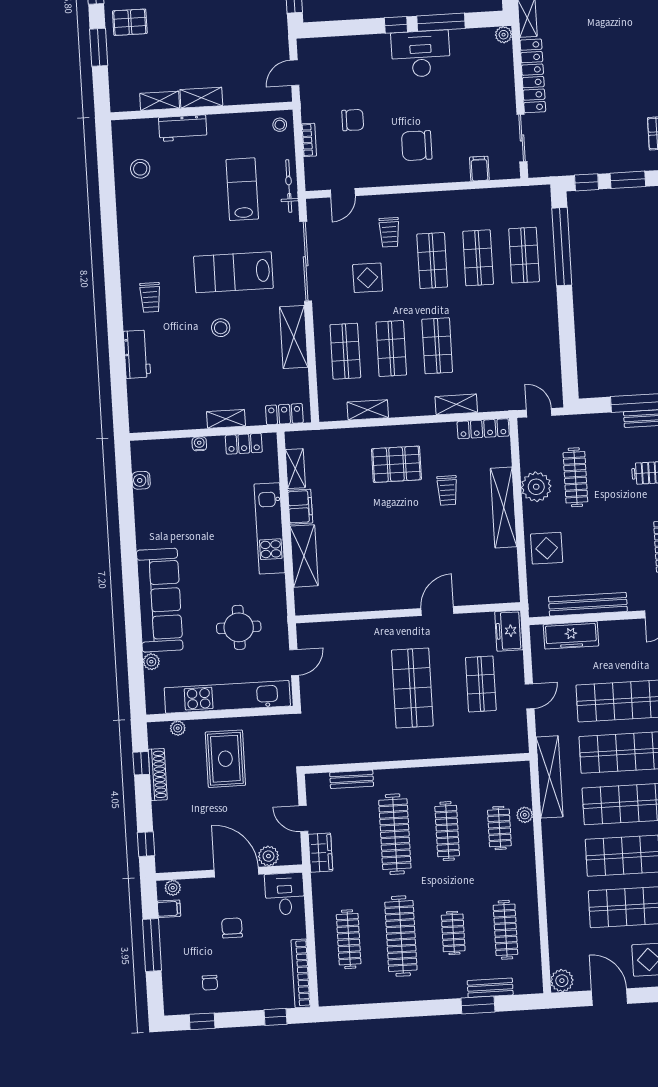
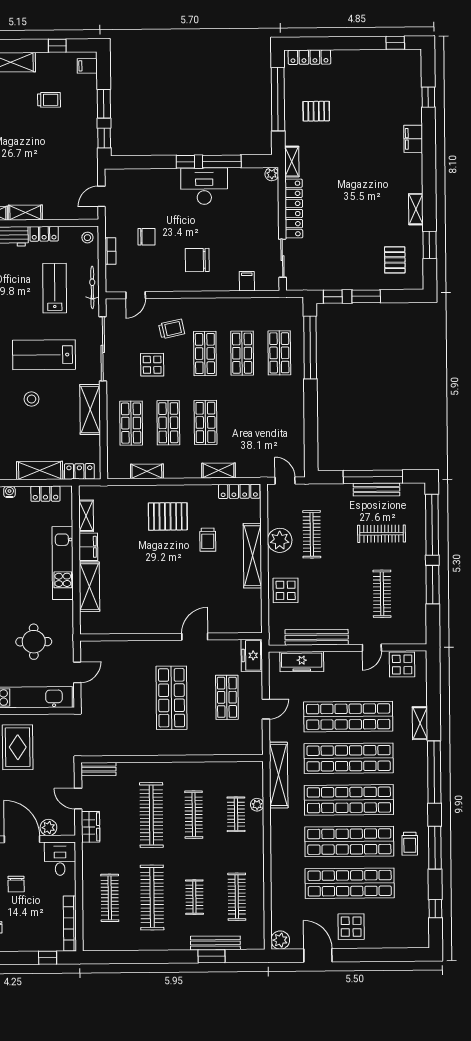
locker: (226, 123) -> (44, 234), added
trolley: (389, 232) -> (172, 329), turned -102
shelving: (226, 419) -> (40, 470), width x1.50, depth x1.33
bench: (352, 779) -> (98, 769), moved
chair: (232, 928) -> (16, 884), turned 180
bench: (490, 988) -> (215, 943), width x1.36

